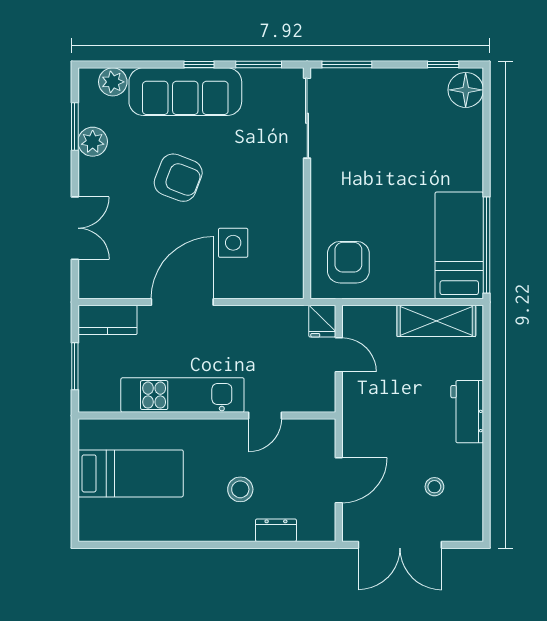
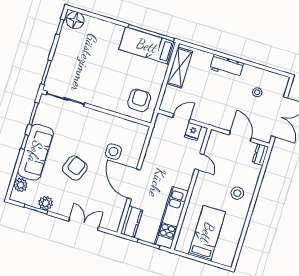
armchair: (348, 262) -> (139, 100), turned 90
fridge: (322, 321) -> (193, 132), moved, turned 90
kitchen unit: (182, 395) -> (171, 218), moved
stool: (240, 489) -> (237, 193), moved
dresser: (276, 530) -> (260, 155), moved

